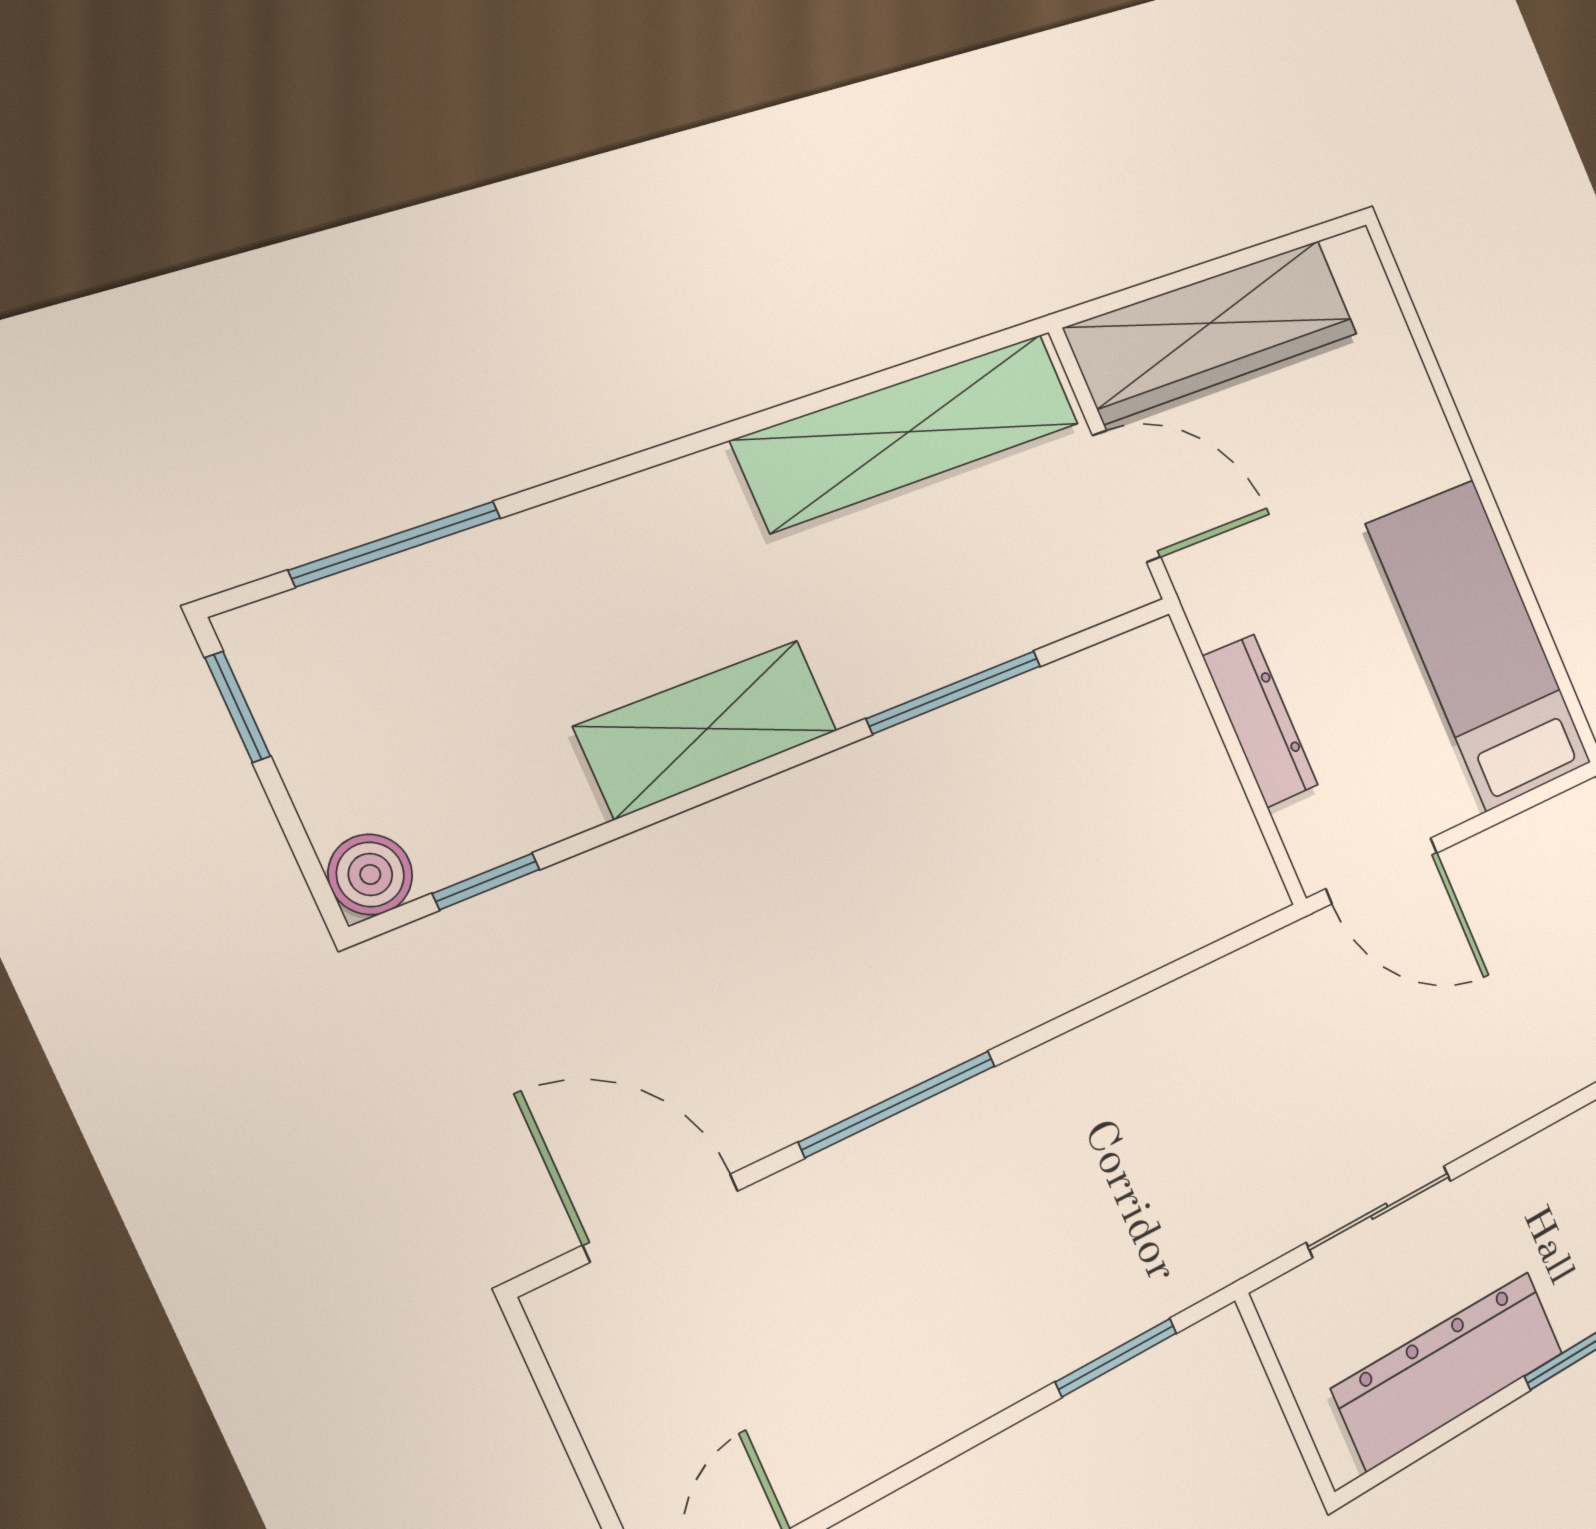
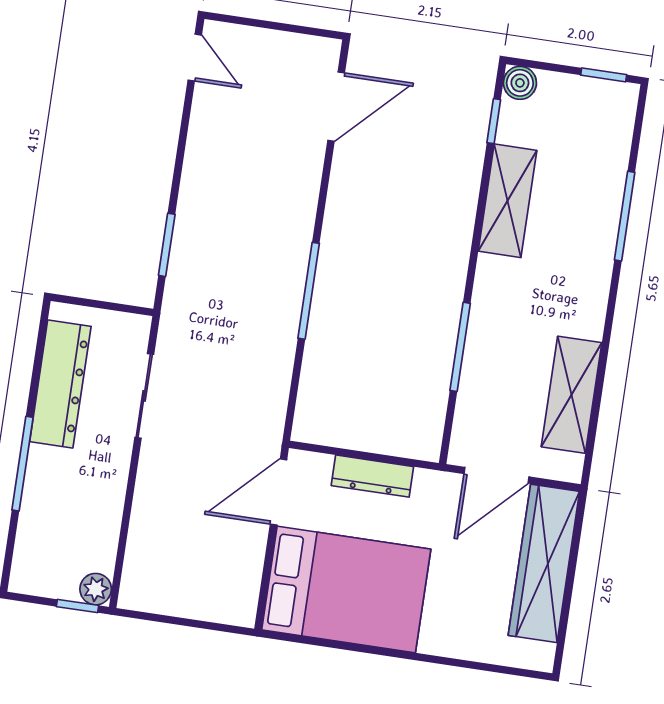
shelving: (909, 432) -> (572, 395), width x0.68
window: (396, 544) -> (625, 216), moved
bed: (1480, 645) -> (346, 589), width x1.50
shelving: (707, 729) -> (508, 201), moved
window: (898, 1104) -> (309, 291), moved

